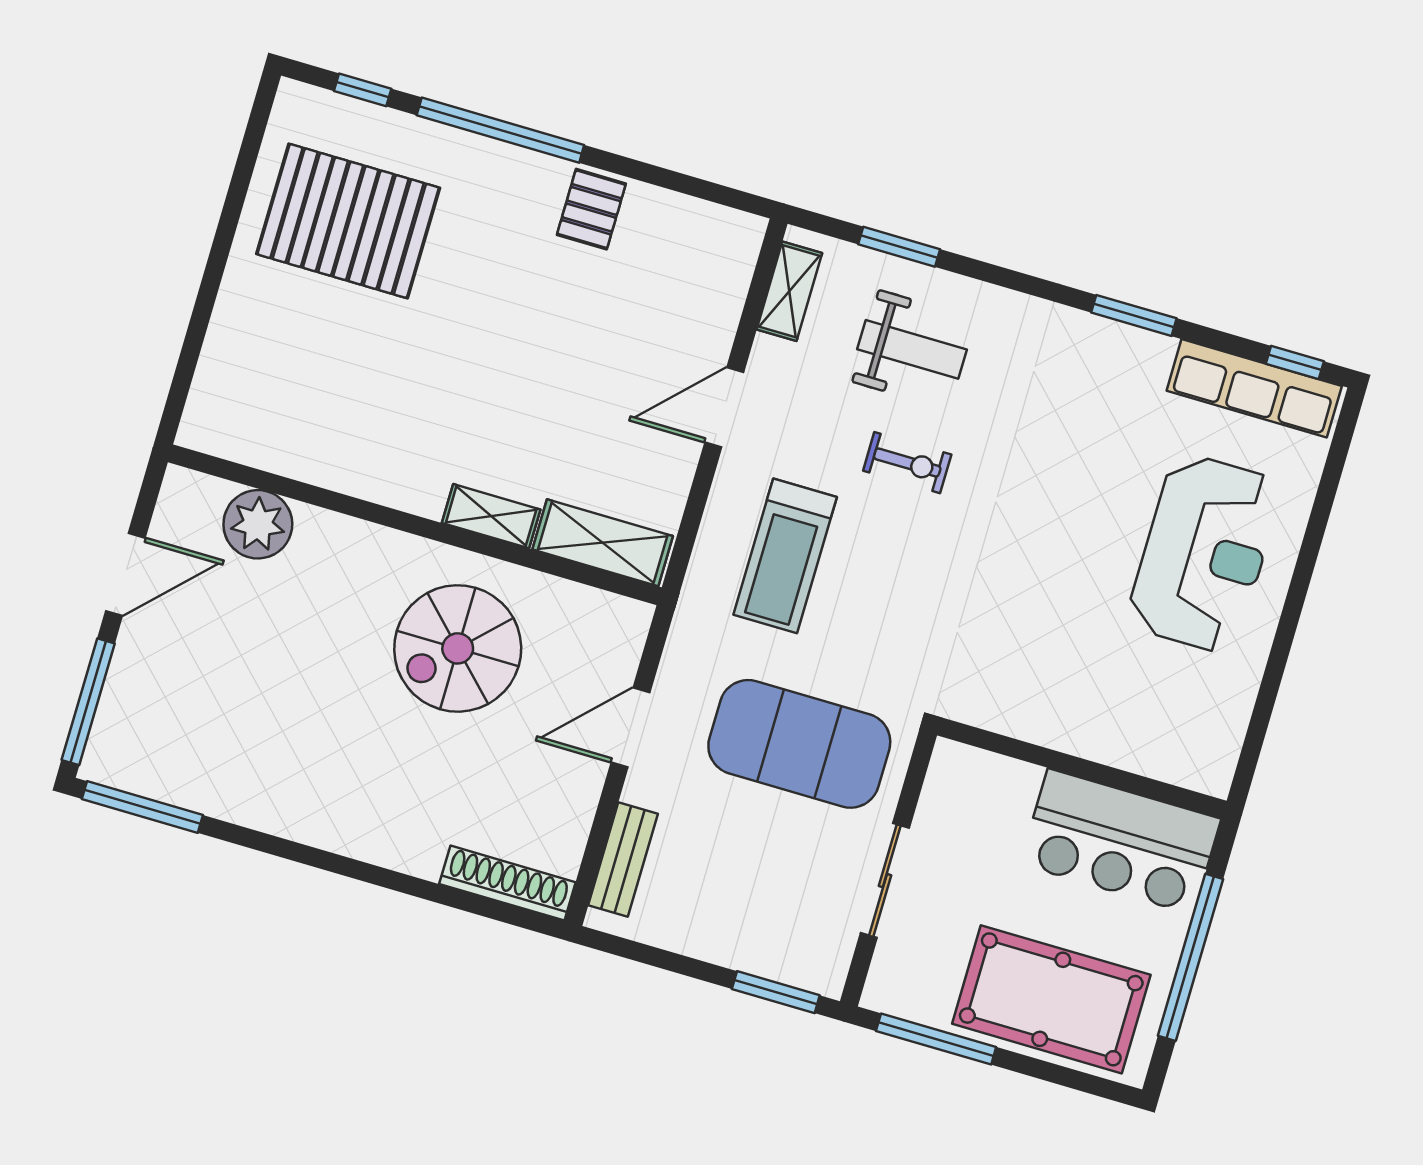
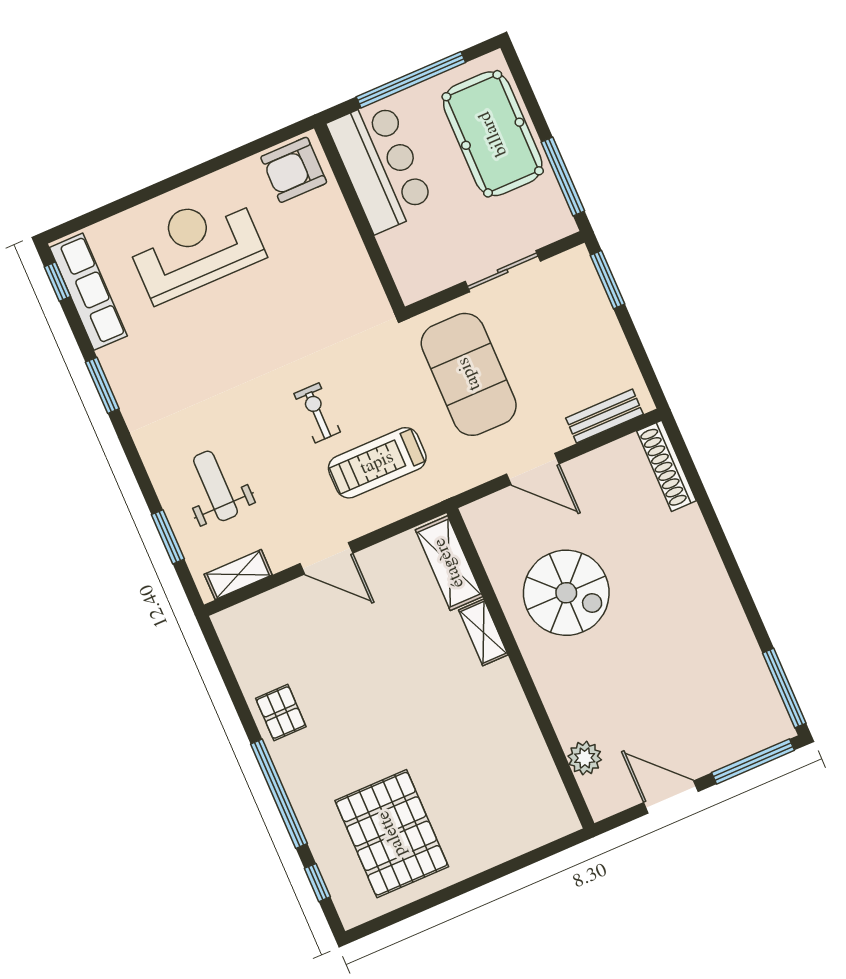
pallet: (591, 209) -> (281, 713), turned 90
exercise bike: (907, 463) -> (317, 413), moved
plant: (258, 524) -> (585, 758), width x0.73, depth x0.73
treadmill: (785, 556) -> (377, 463), turned 180
armchair: (1199, 738) -> (294, 170), added

